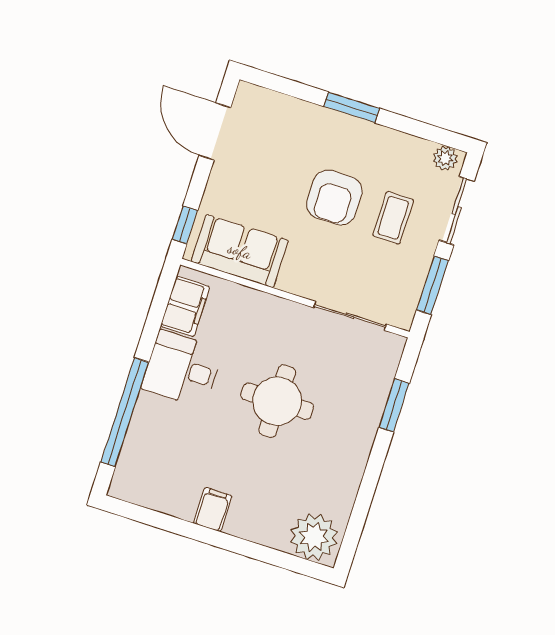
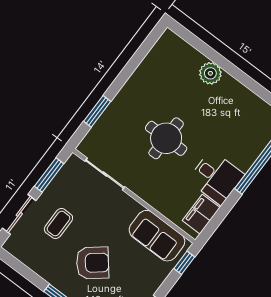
plant: (445, 158) -> (15, 248), removed
armchair: (334, 198) -> (93, 263), moved, turned 51
filing cabinet: (213, 509) -> (227, 87), removed
plant: (314, 537) -> (210, 73), moved, width x0.73, depth x0.73

